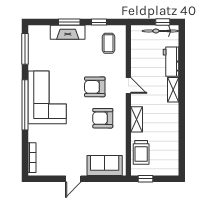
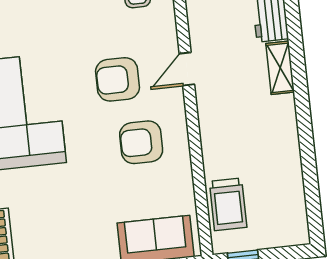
door: (128, 85) -> (187, 69), swing flipped
shelving: (137, 119) -> (212, 137), removed

